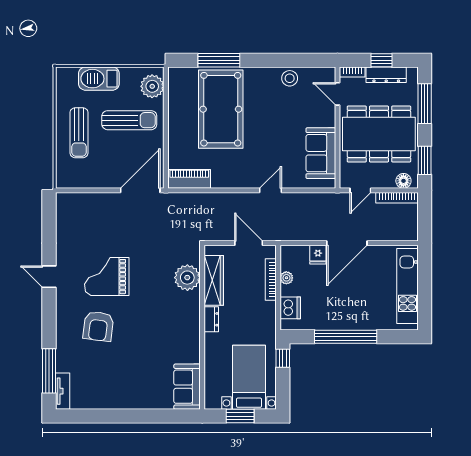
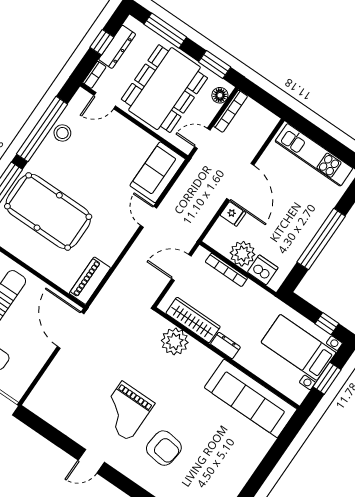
window: (282, 60) -> (42, 129), added
sofa: (321, 153) -> (158, 172), moved, turned 90
door: (360, 190) -> (202, 138), swing flipped
plant: (286, 278) -> (243, 254), width x1.88, depth x1.88
window: (283, 358) -> (327, 324), moved
sofa: (187, 387) -> (251, 398), width x1.85, depth x1.27

